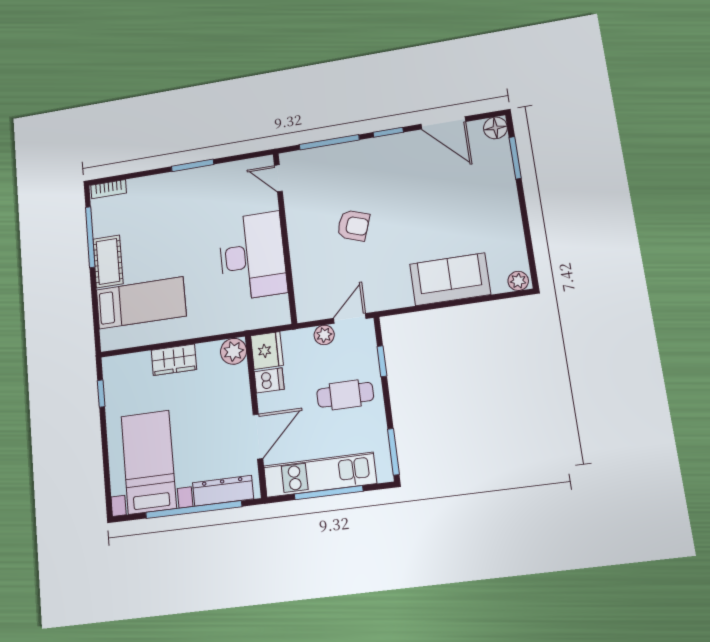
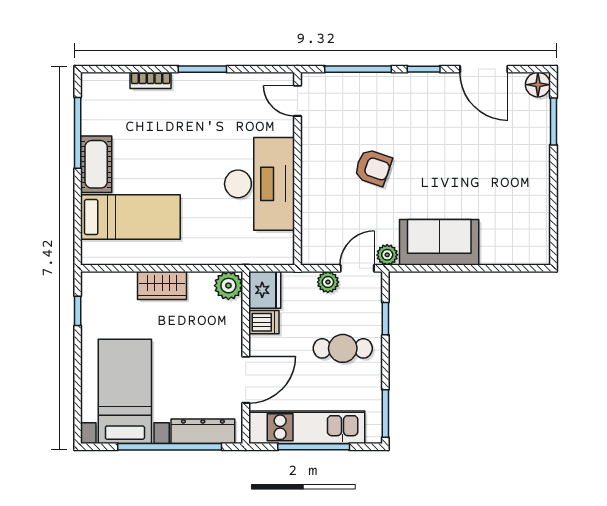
bookcase: (109, 189) -> (151, 80), moved
sofa: (450, 279) -> (439, 242), moved
plant: (518, 281) -> (387, 255), moved

